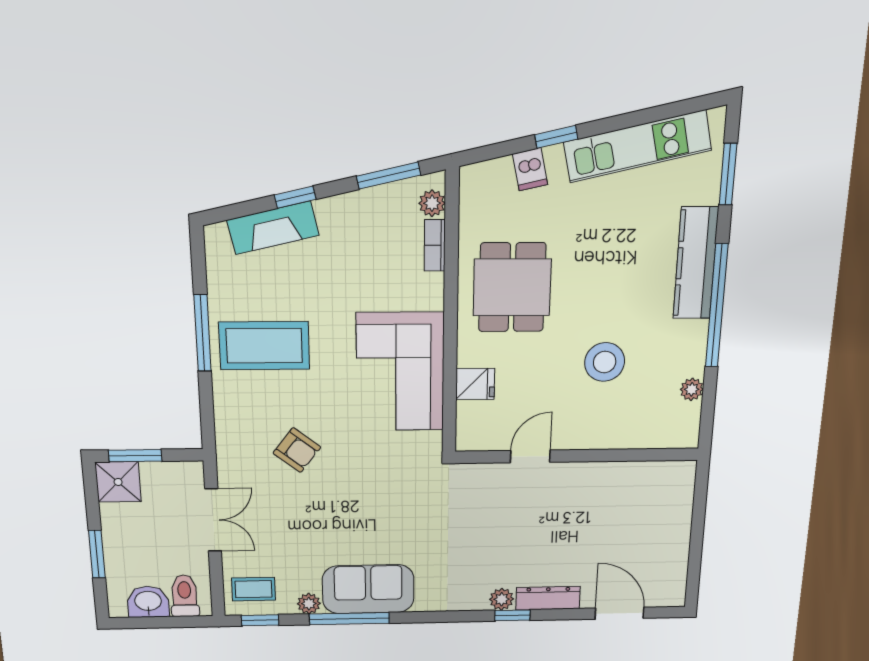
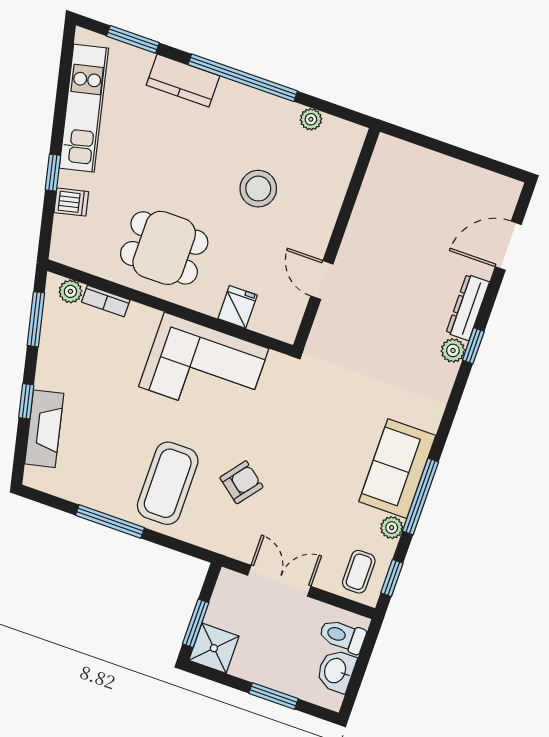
kitchen counter: (696, 263) -> (183, 81), width x0.67
coffee table: (264, 346) -> (168, 483), moved

